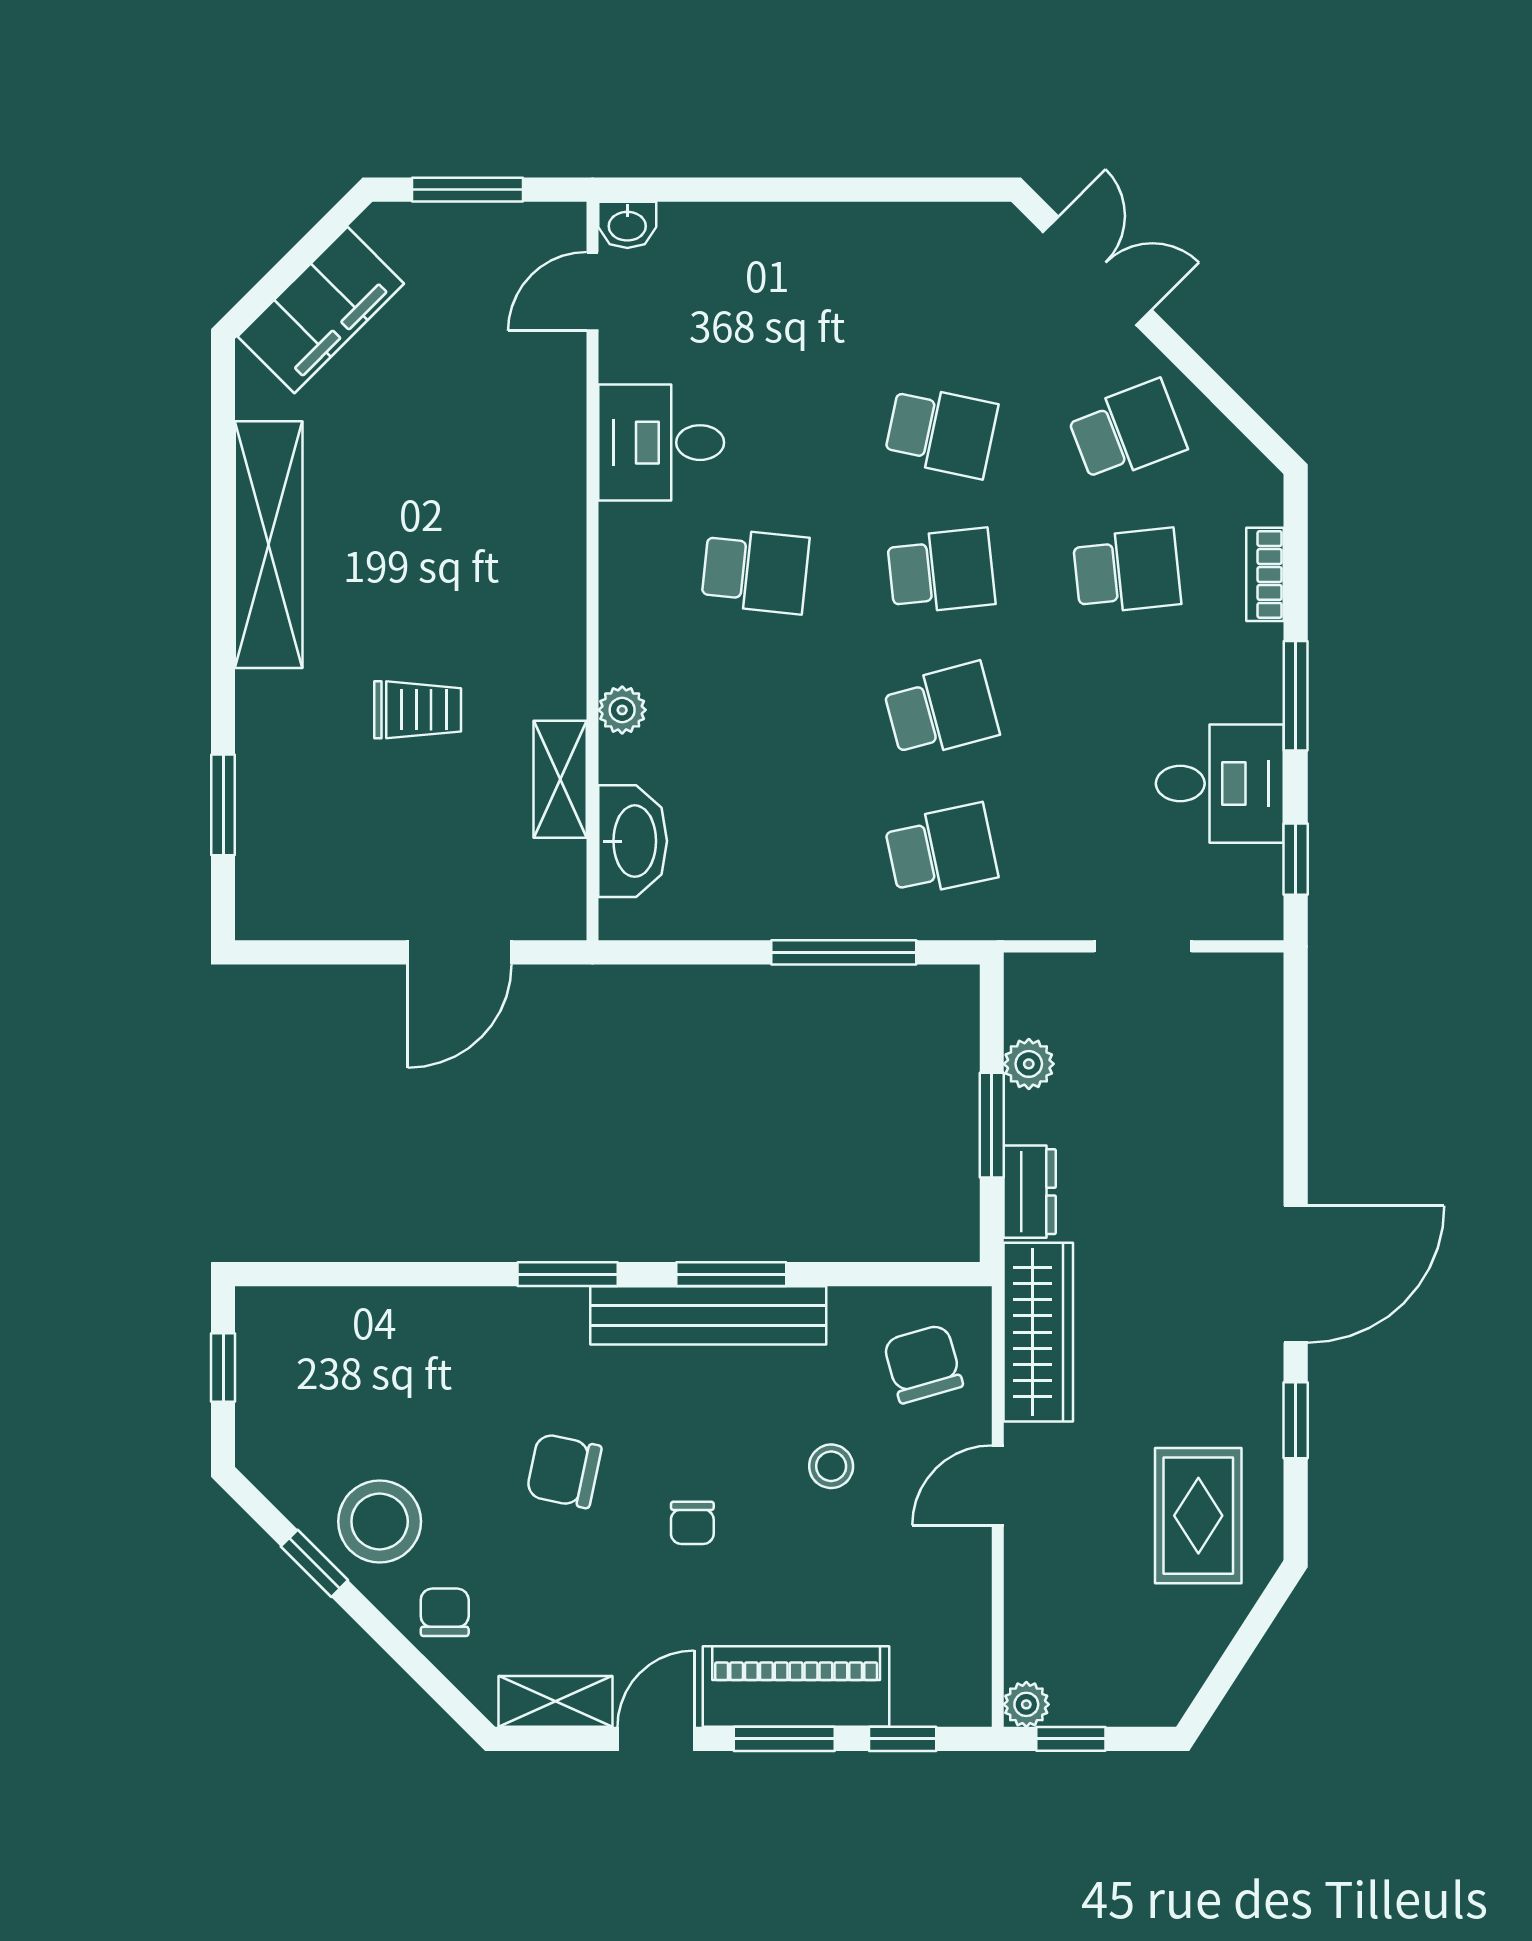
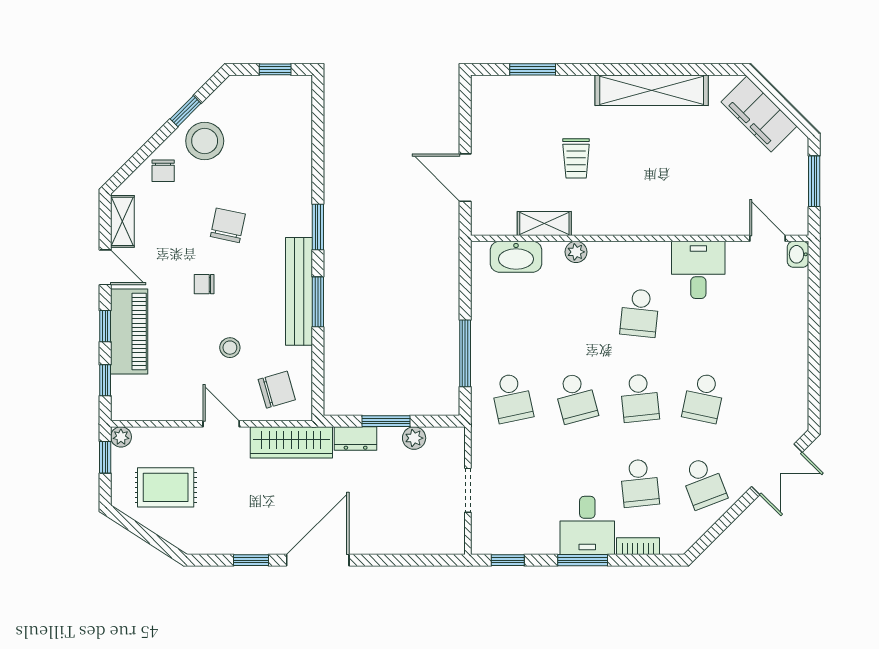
desk: (1220, 784) -> (587, 525), moved
door: (1296, 1274) -> (318, 560), swing flipped
rug: (1198, 1516) -> (166, 487), moved
chair: (445, 1612) -> (163, 171), turned 90
window: (784, 1739) -> (105, 326), width x0.67

